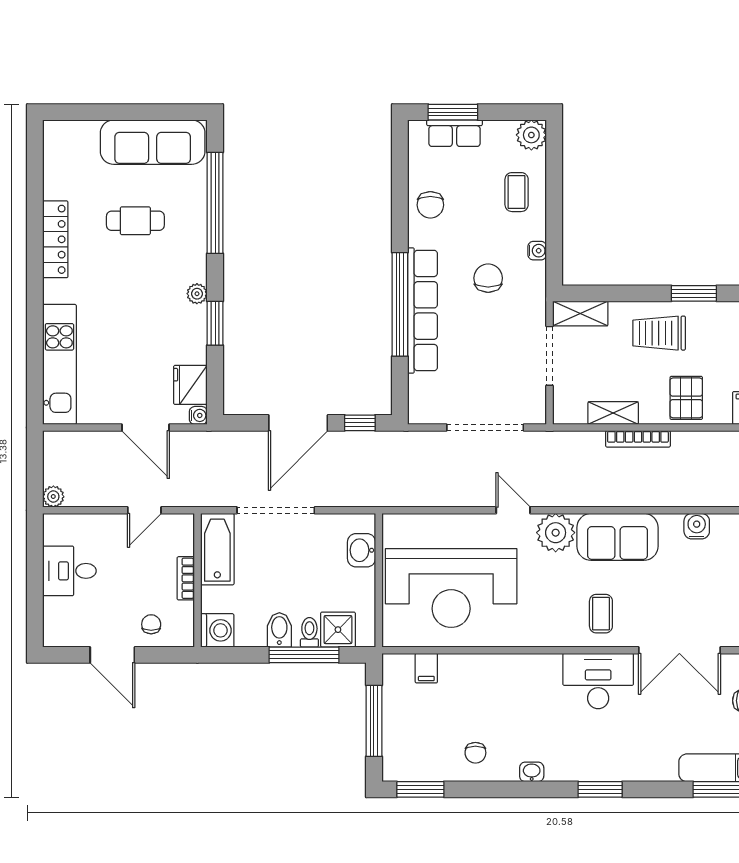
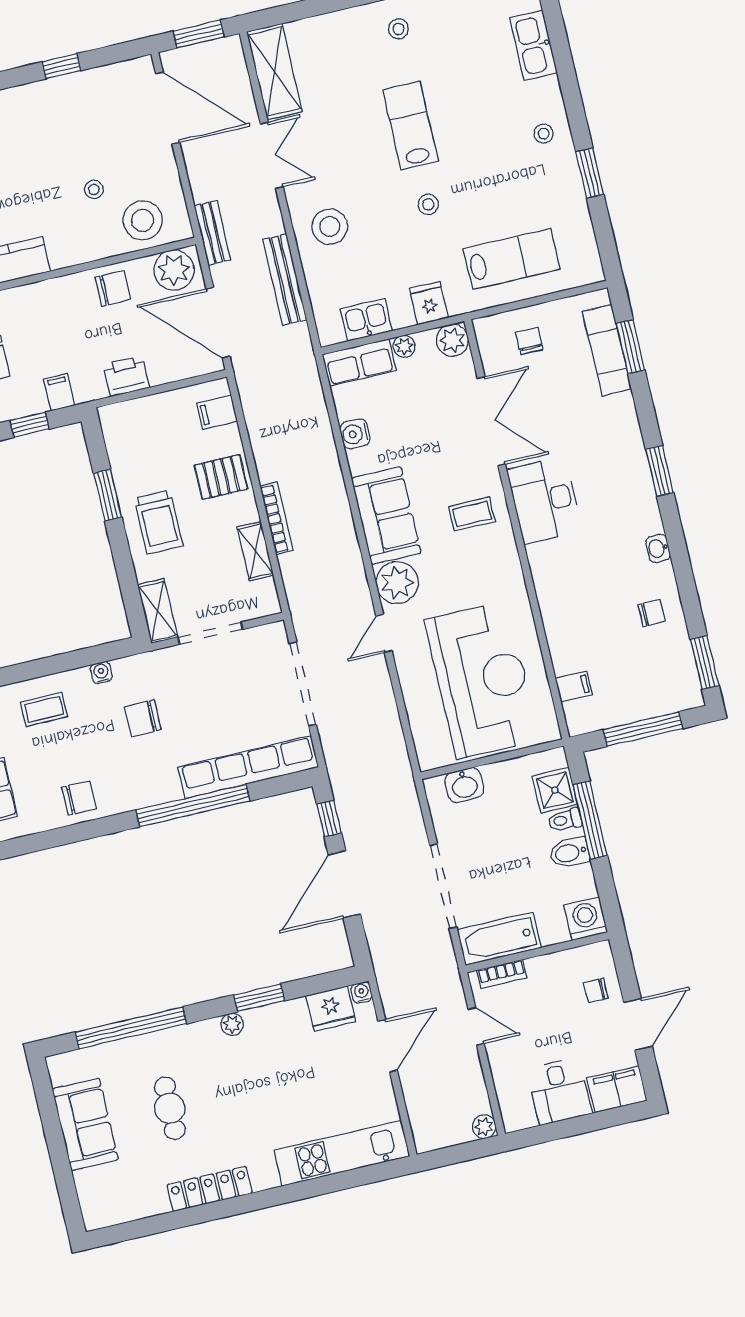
sofa: (153, 142) -> (85, 1124), width x0.73
row of seats: (423, 310) -> (248, 767), moved
door: (298, 423) -> (344, 884), swing flipped
bookcase: (186, 578) -> (502, 974), moved
filing cabinet: (59, 622) -> (617, 1089), added

